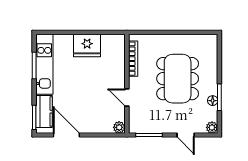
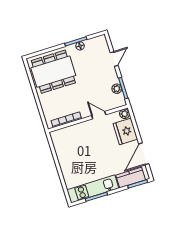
fridge: (87, 45) -> (125, 131), moved, turned 180
dining table: (178, 79) -> (53, 72), moved
door: (127, 97) -> (99, 115), swing flipped
plant: (212, 127) -> (117, 89), moved

